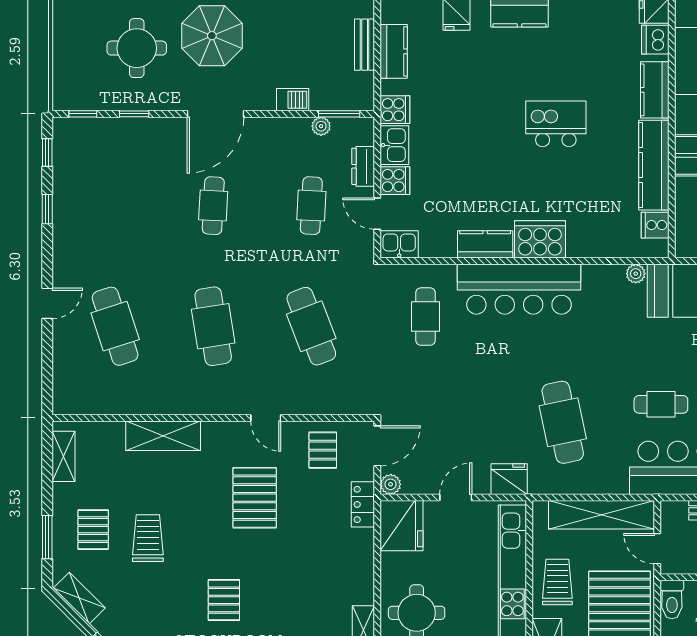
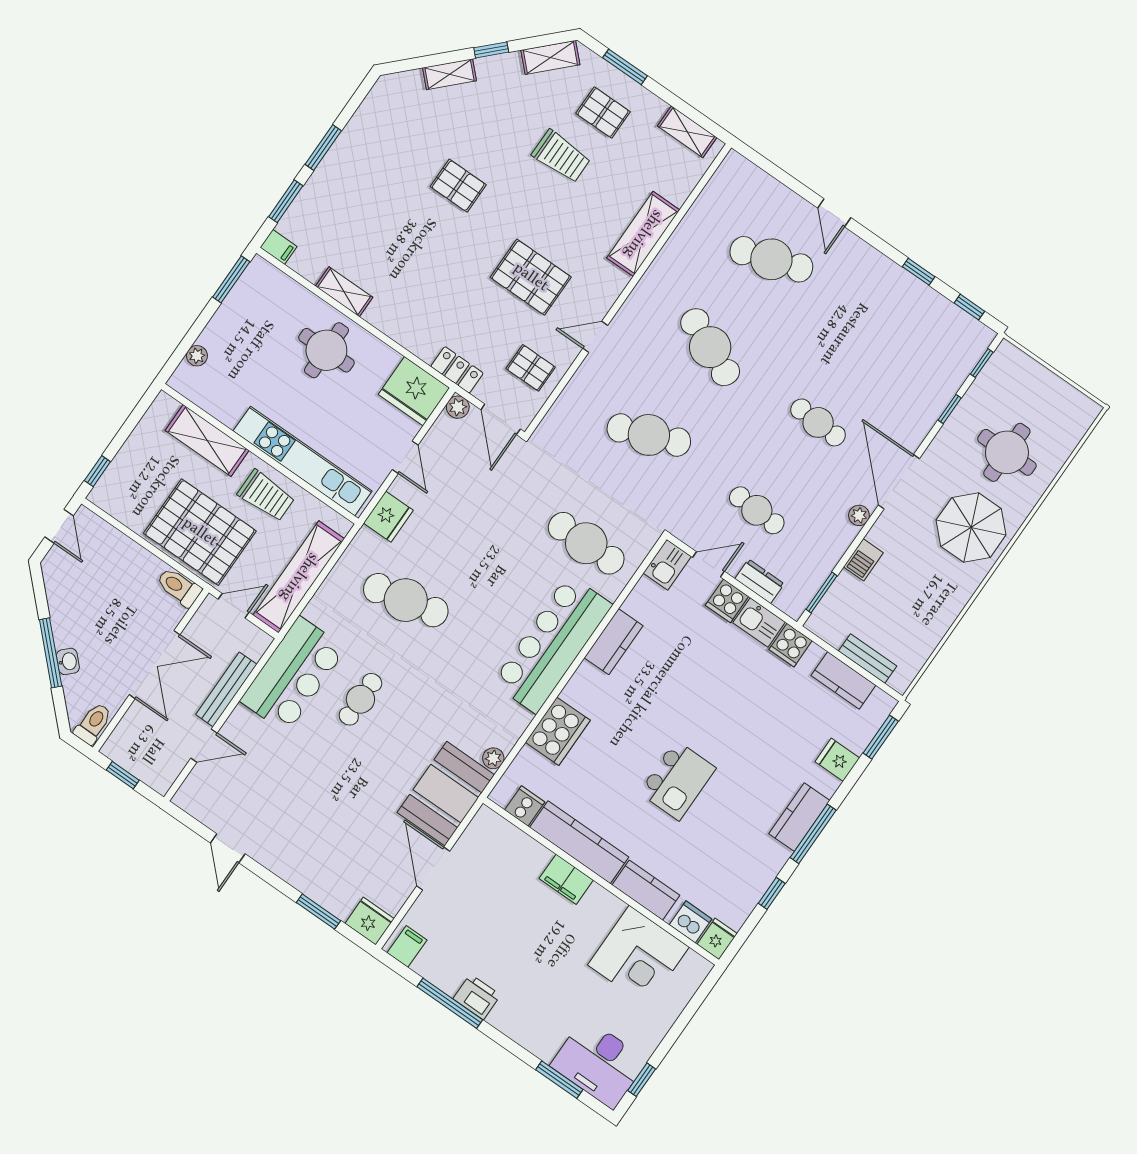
plant: (321, 126) -> (859, 515), moved
cooker: (540, 239) -> (558, 731), moved
cafe table: (425, 317) -> (586, 543), width x1.37, depth x1.35
cafe table: (213, 326) -> (710, 347), turned 33

